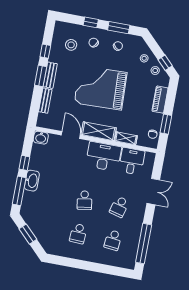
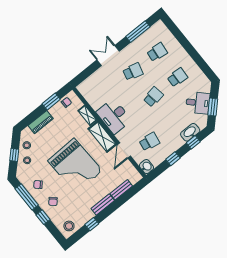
window: (119, 28) -> (27, 197), width x1.44
stool: (71, 45) -> (69, 226), moved
window: (165, 63) -> (14, 155), moved
window: (41, 76) -> (110, 210), removed
school desk: (56, 160) -> (149, 142), added
desk: (132, 161) -> (198, 103), moved, turned -135
washbasin: (32, 181) -> (190, 132), moved
window: (19, 191) -> (193, 142), width x0.46
double door: (153, 192) -> (108, 56), moved
window: (144, 244) -> (138, 32), width x0.68

